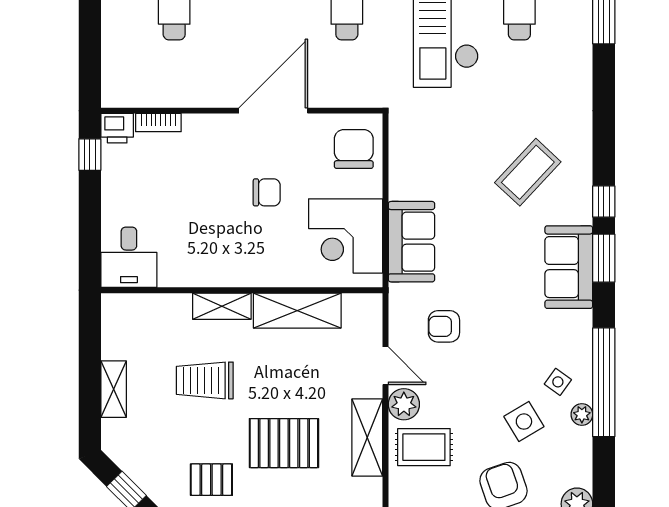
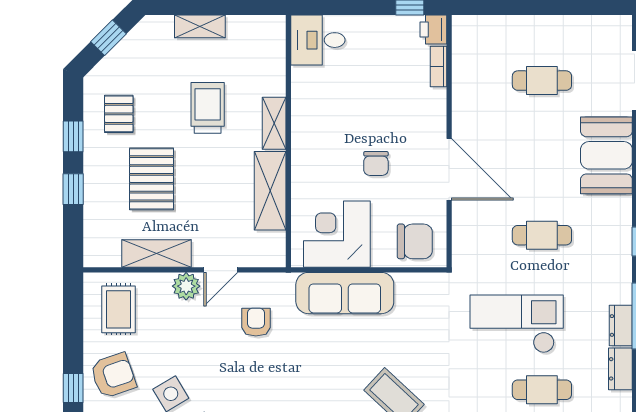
sofa: (411, 242) -> (345, 293), width x1.36
rug: (424, 447) -> (119, 309), moved

